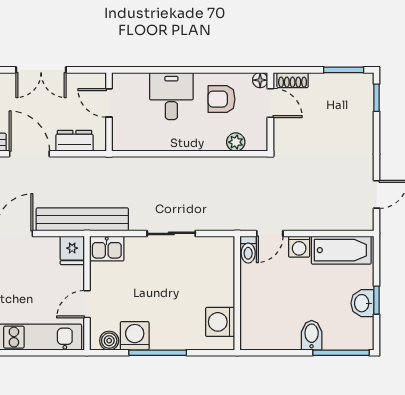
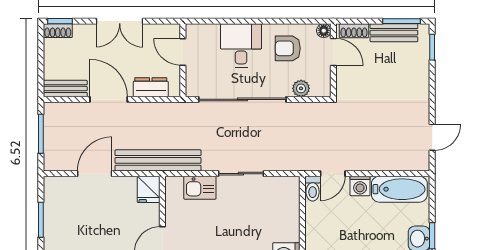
bench: (335, 82) -> (394, 33), added
sliding door: (173, 154) -> (242, 99), added
kitchen sink: (107, 249) -> (200, 188), moved

